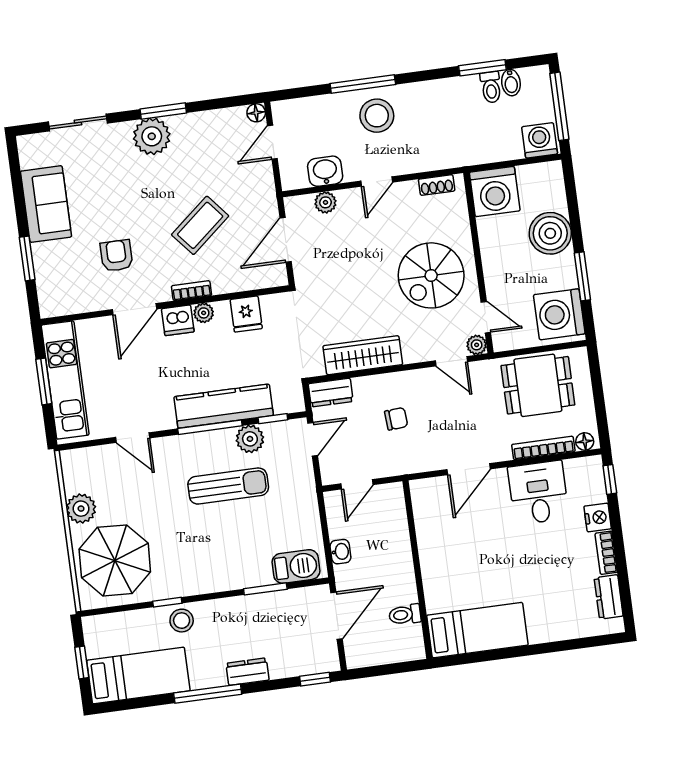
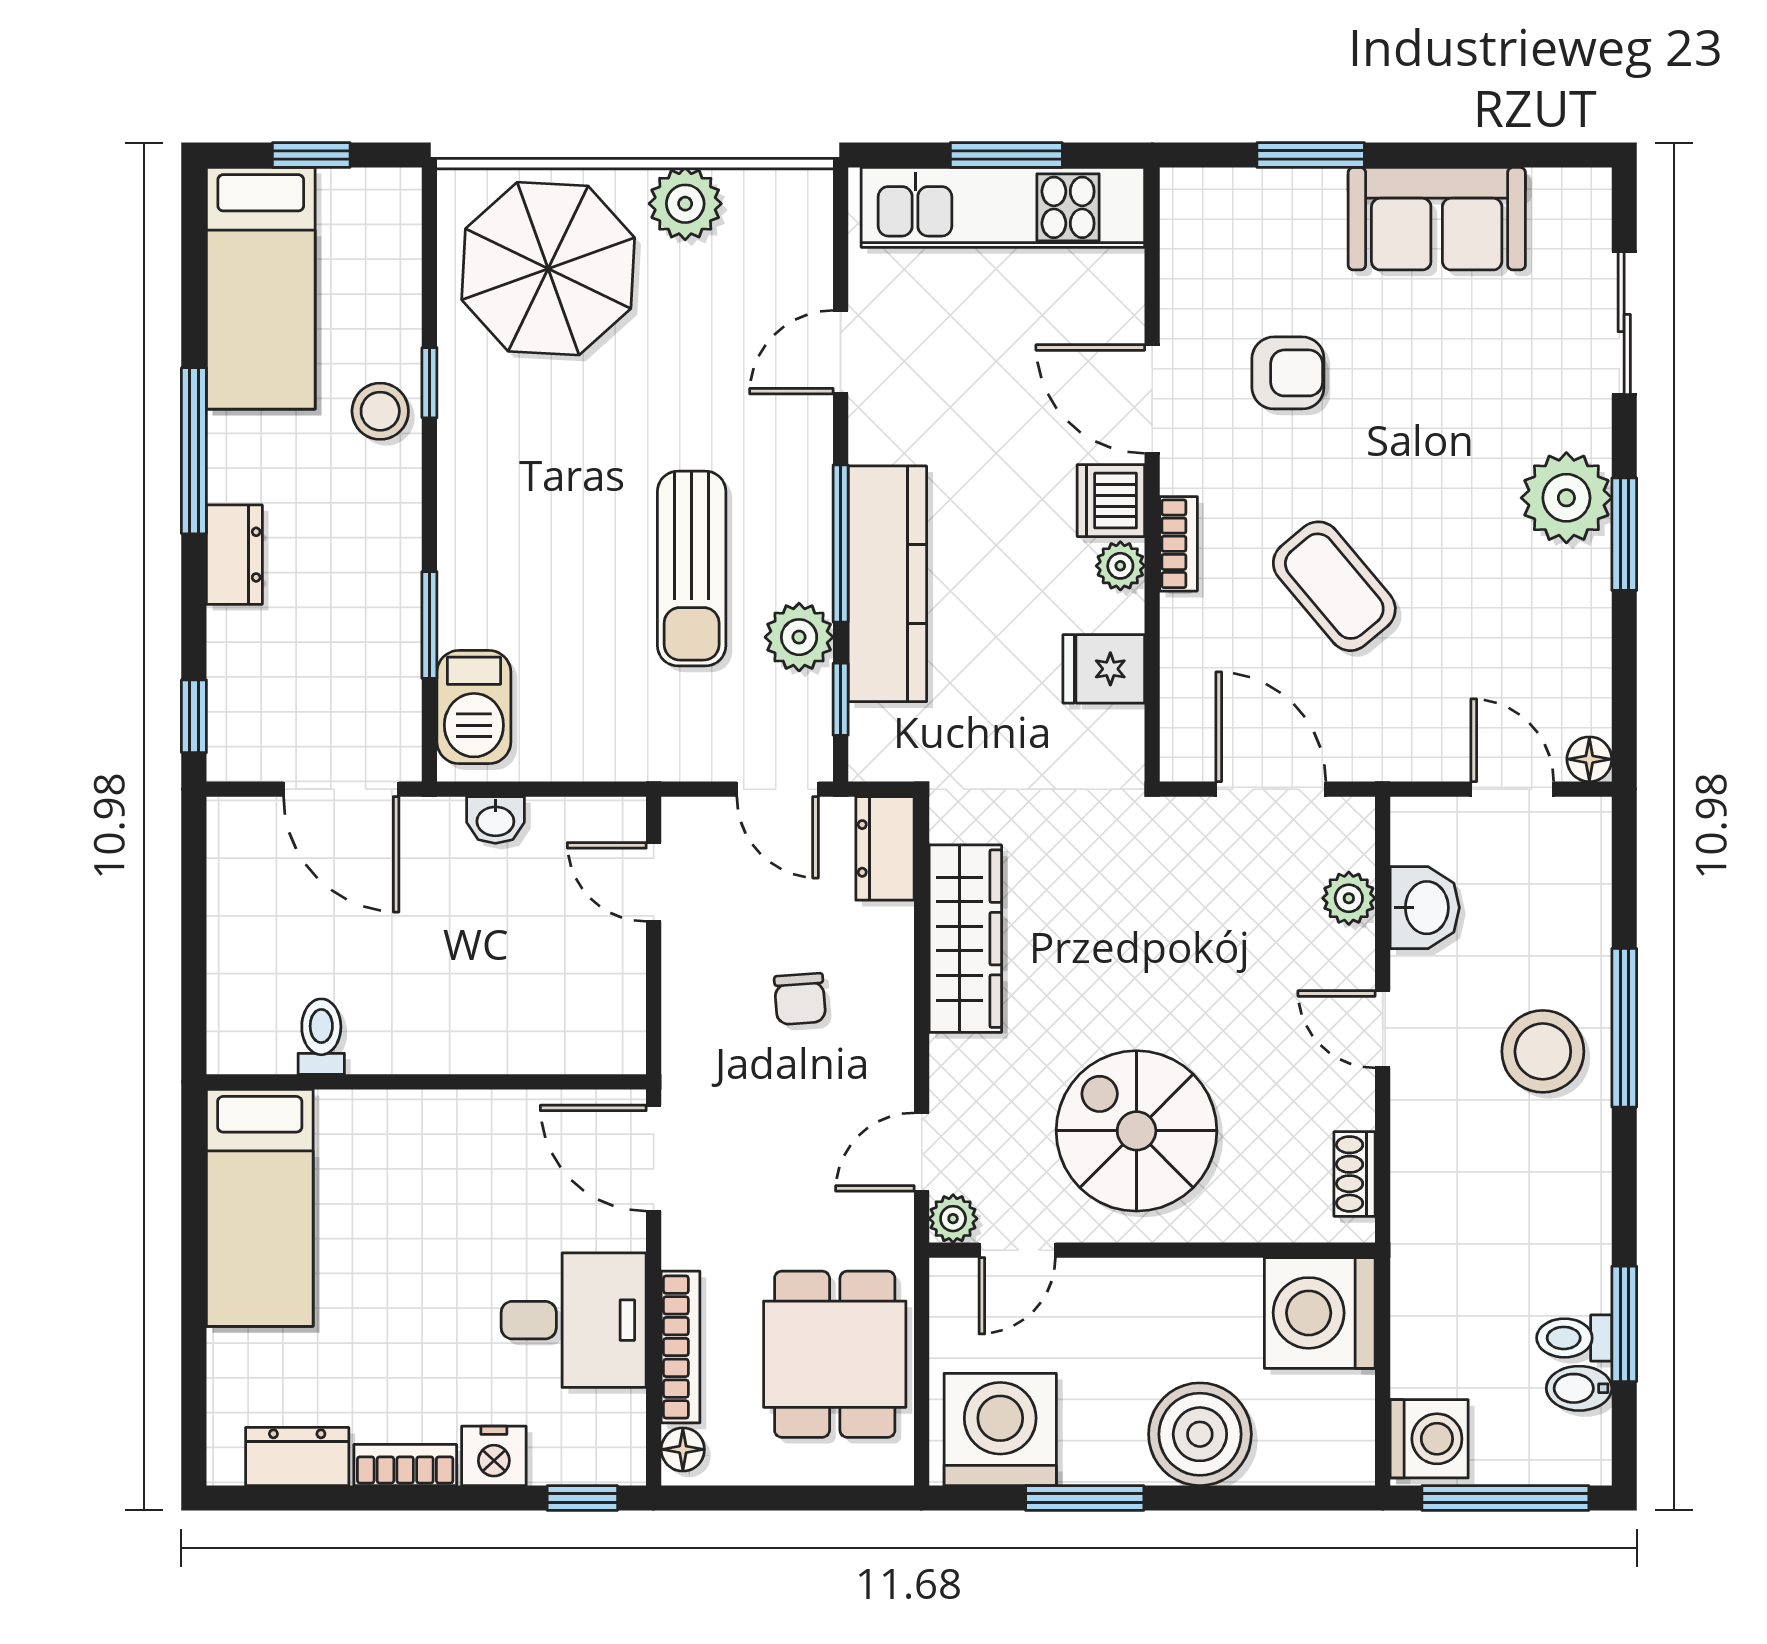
wall: (417, 570) -> (426, 1082), moved
toilet: (405, 615) -> (321, 1037), moved
bed: (477, 630) -> (260, 1208), moved

